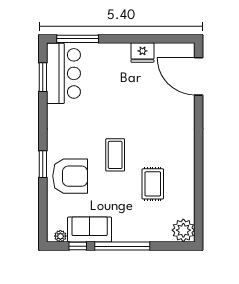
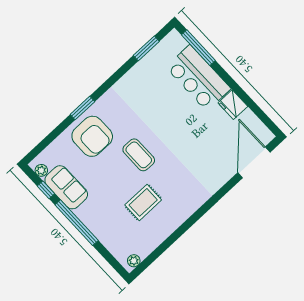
bar counter: (64, 73) -> (198, 78), moved, turned 90
coffee table: (115, 155) -> (139, 155), turned 90
plant: (183, 230) -> (134, 261), width x0.53, depth x0.53

